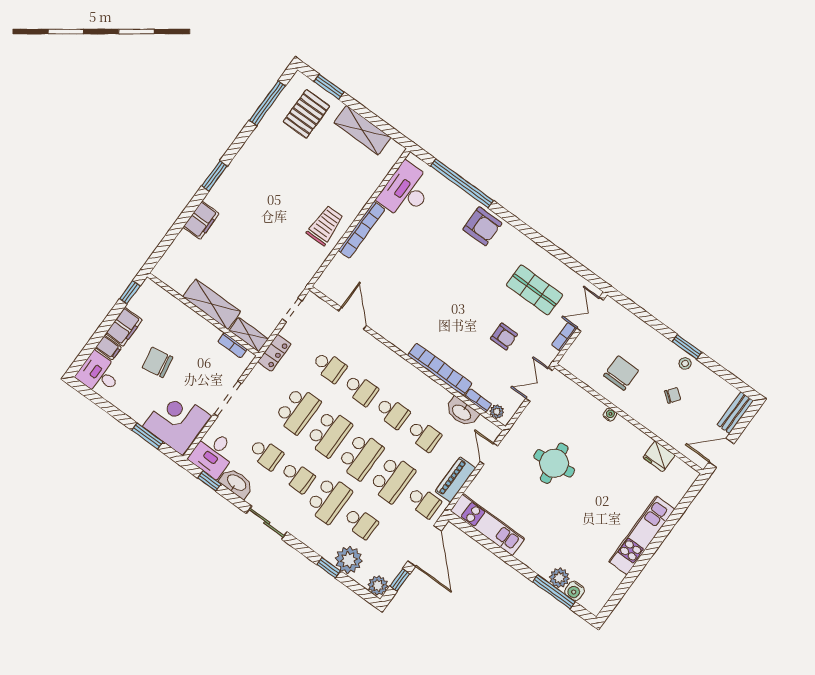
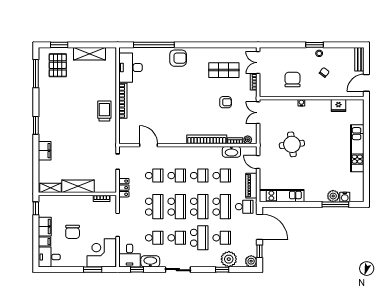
shelving: (249, 335) -> (50, 188), moved
chair: (157, 362) -> (73, 232), turned -80

